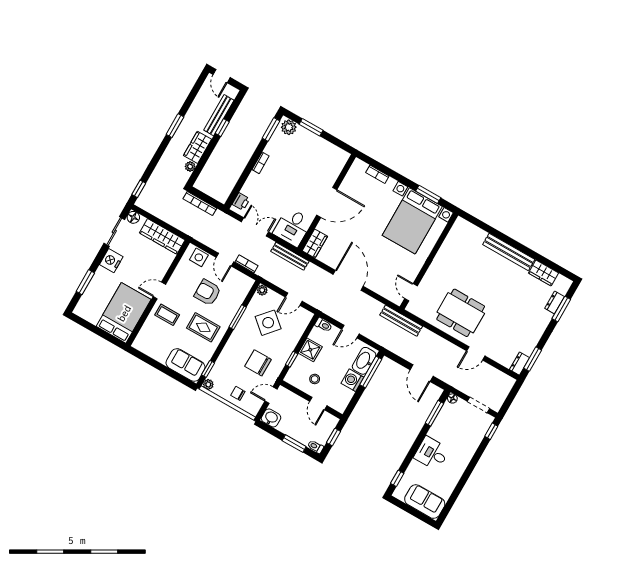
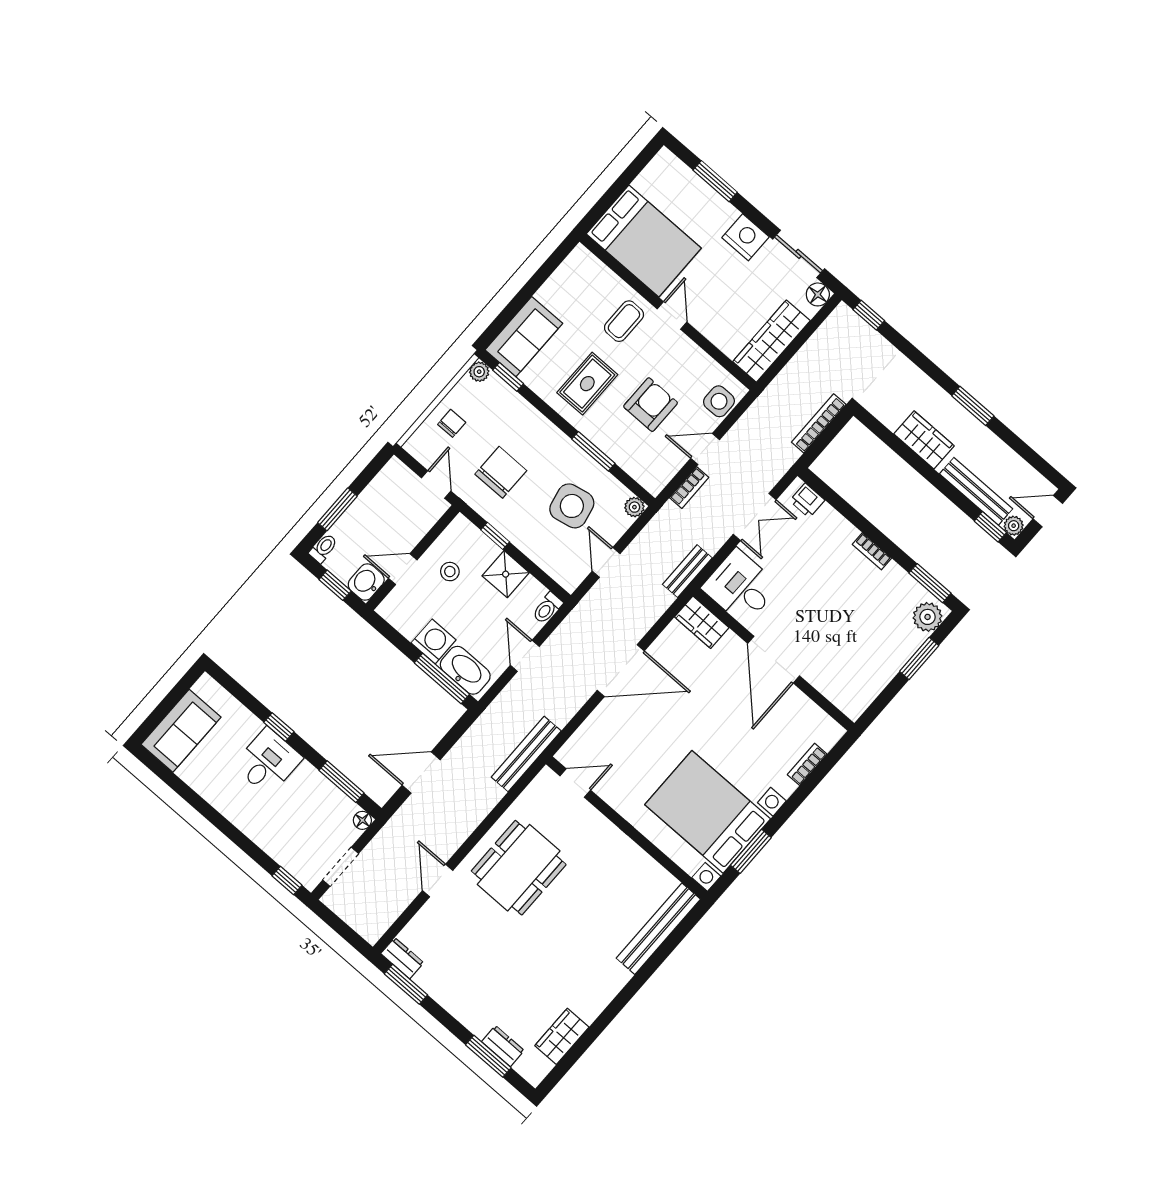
window: (222, 128) -> (990, 527), moved
plant: (190, 166) -> (1014, 526), moved
bench: (509, 252) -> (658, 929), moved
bench: (290, 256) -> (687, 571), width x0.73
side table: (268, 323) -> (572, 506), turned 37
washbasin: (271, 418) -> (366, 582), moved, turned 180
window: (397, 478) -> (279, 727), moved

